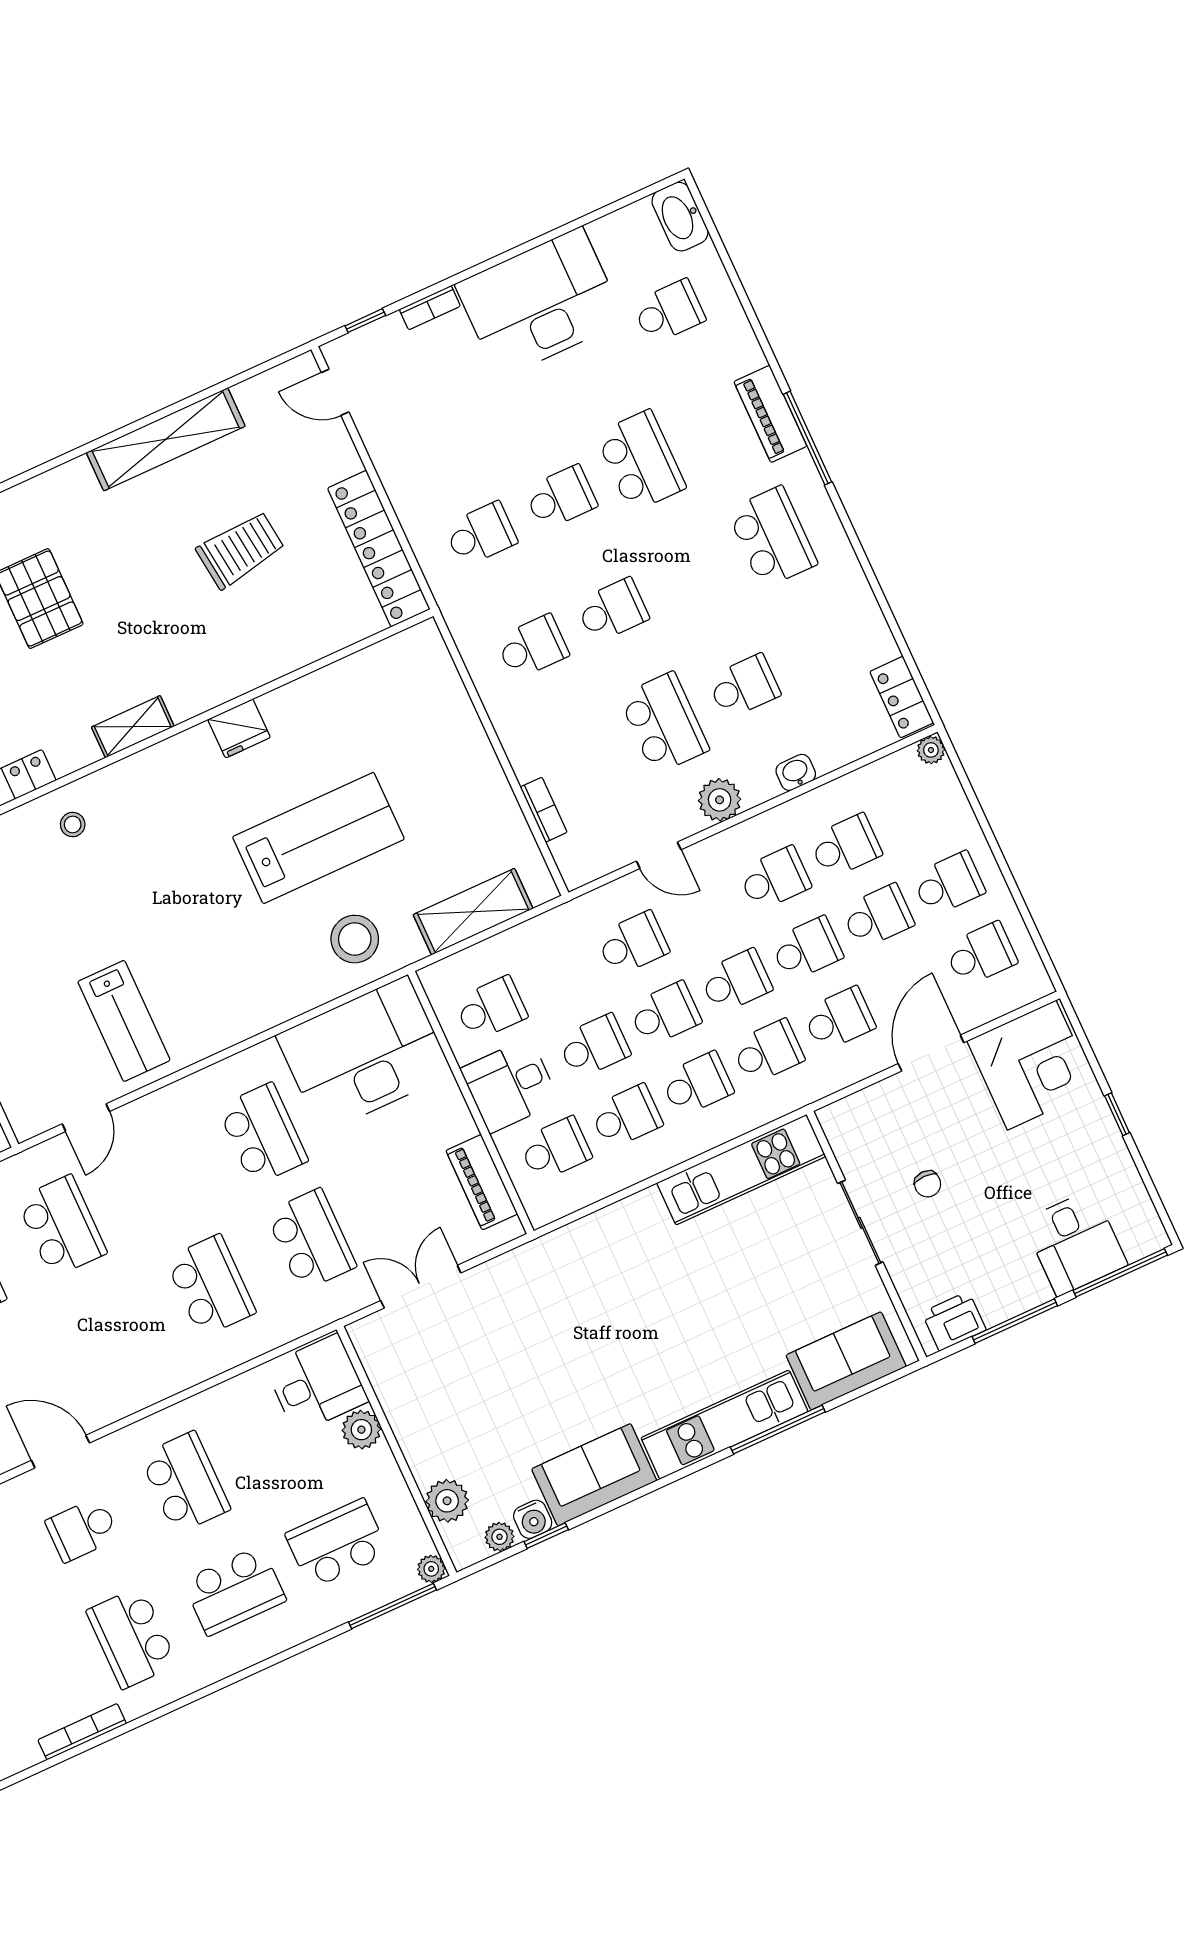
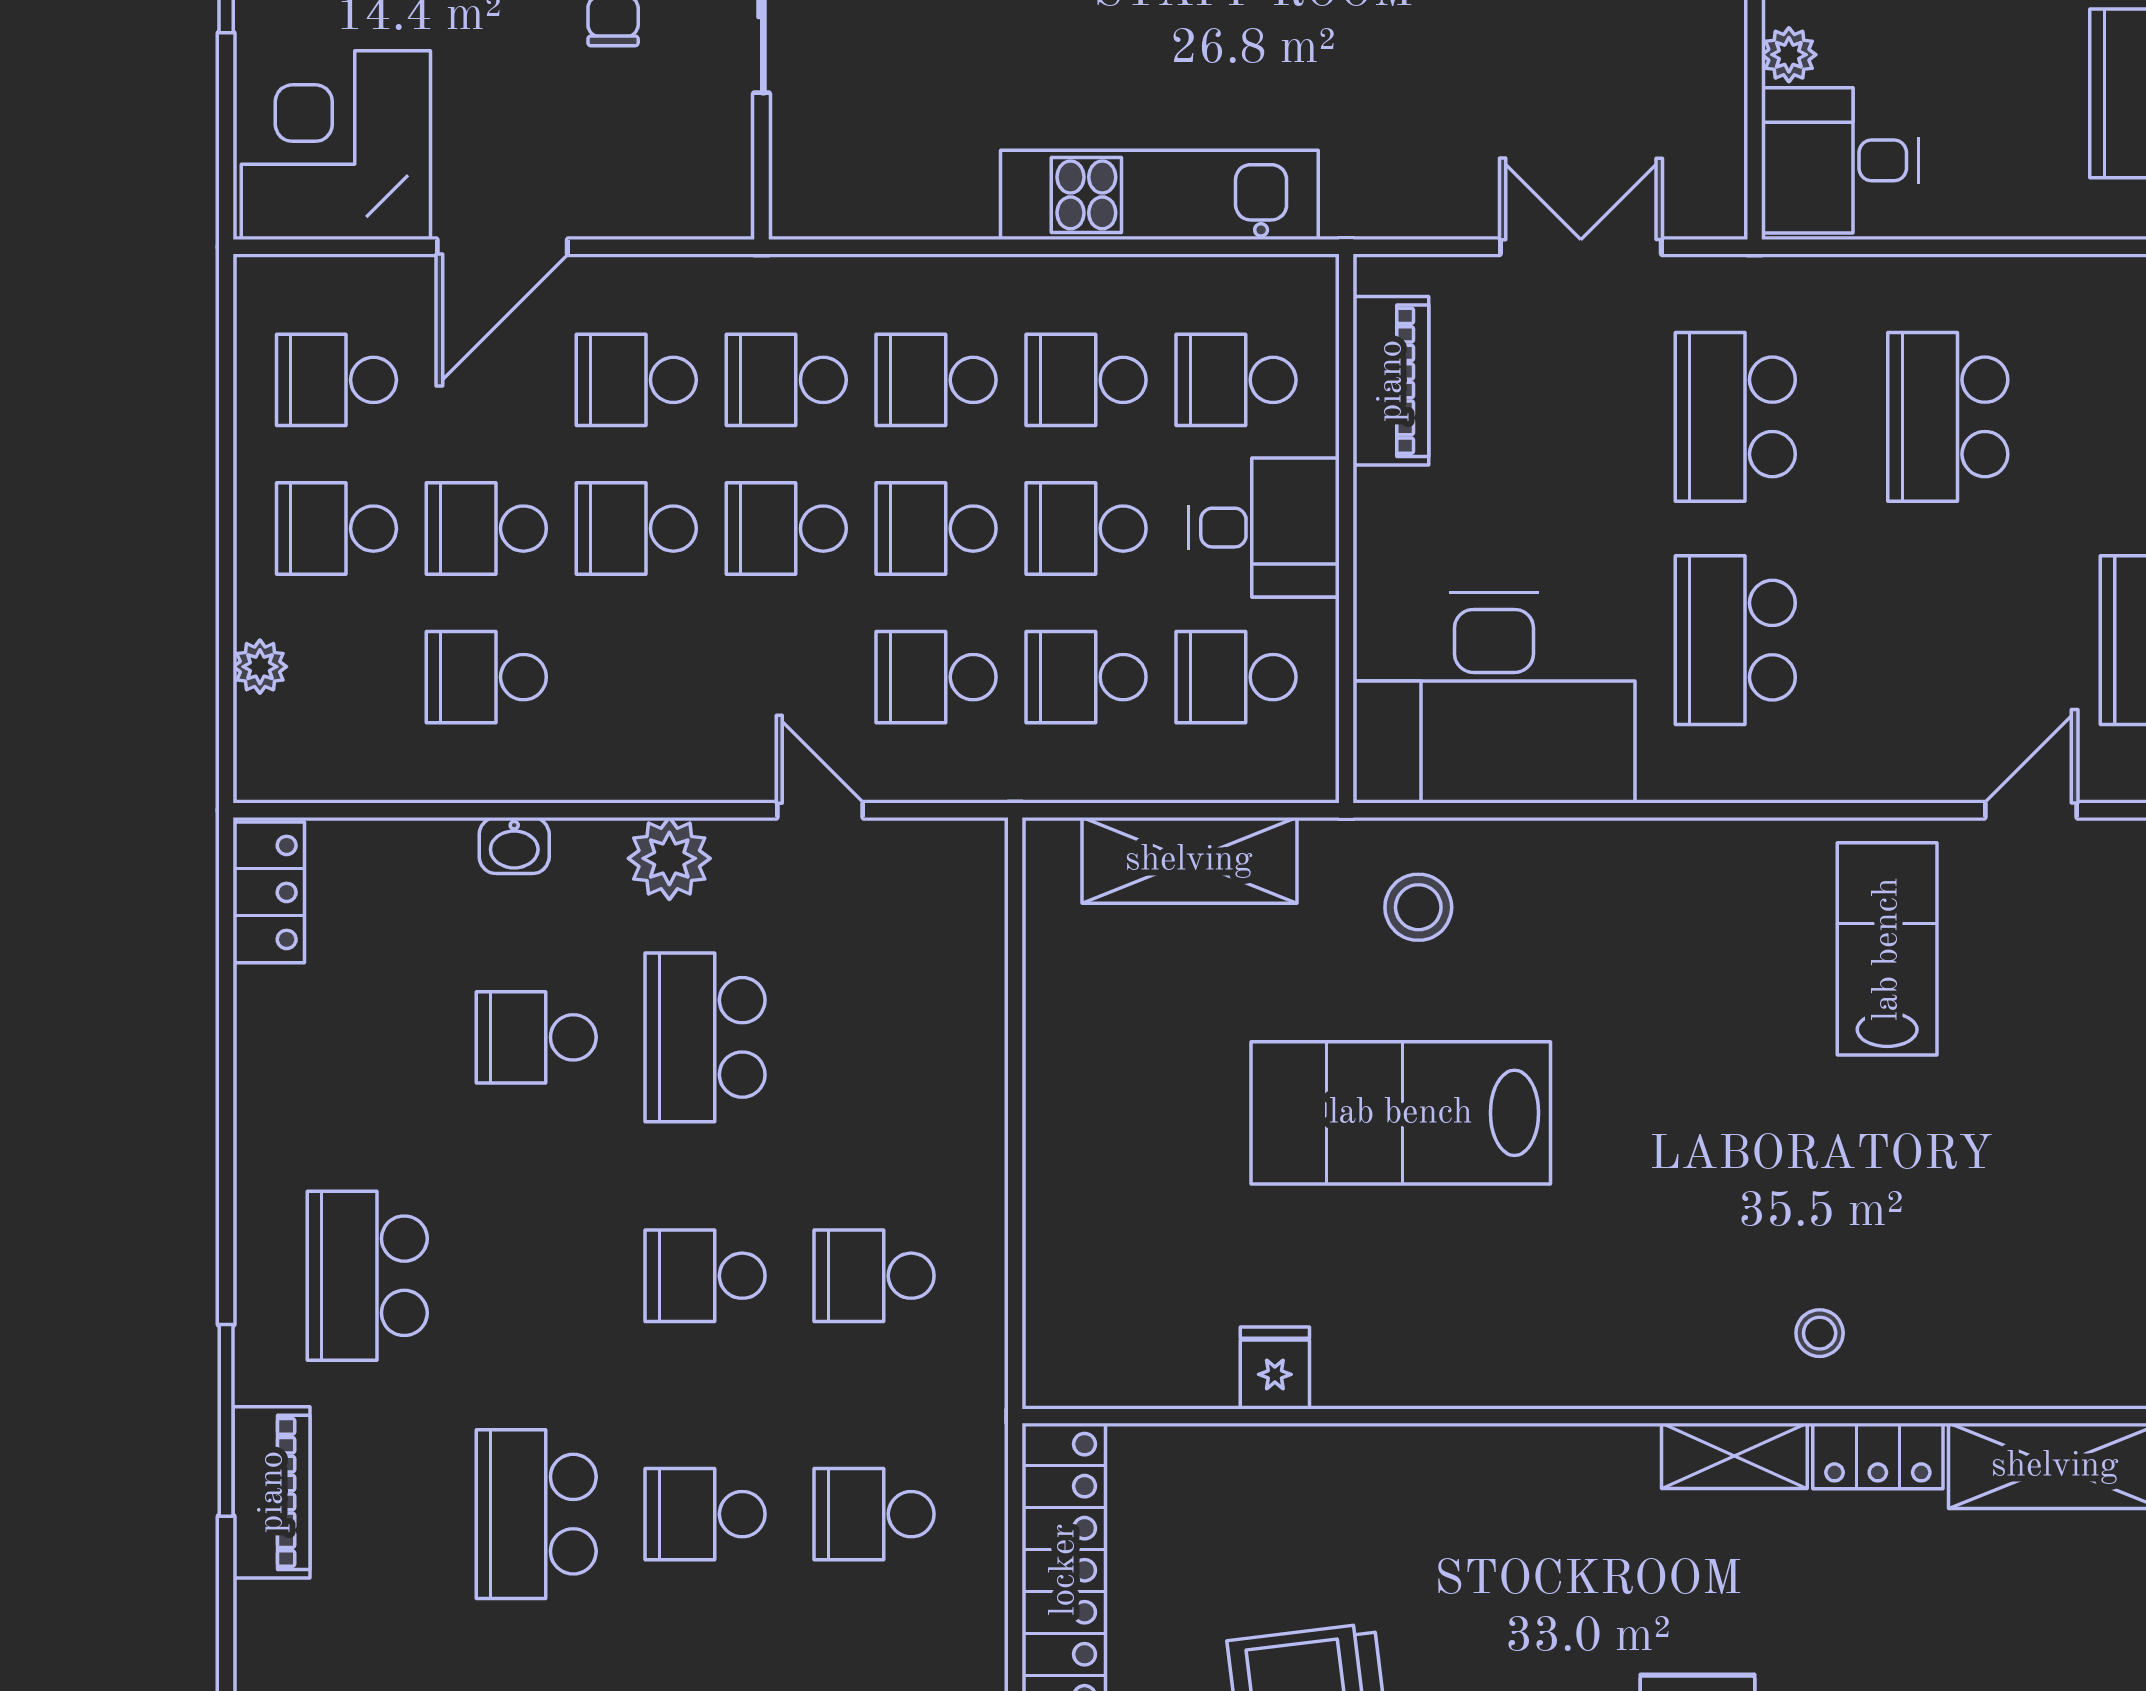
shelving: (133, 727) -> (1734, 1456), moved
fridge: (239, 728) -> (1275, 1368), moved, width x0.72
plant: (931, 750) -> (260, 667), moved
bookcase: (544, 810) -> (985, 982), removed
school desk: (774, 879) -> (1086, 677), moved
stool: (355, 939) -> (1418, 907), width x0.73, depth x0.73
kitchen unit: (741, 1170) -> (1159, 195), moved
double door: (421, 1287) -> (1581, 247), swing flipped
plant: (361, 1430) -> (1789, 55), width x0.73, depth x0.73

